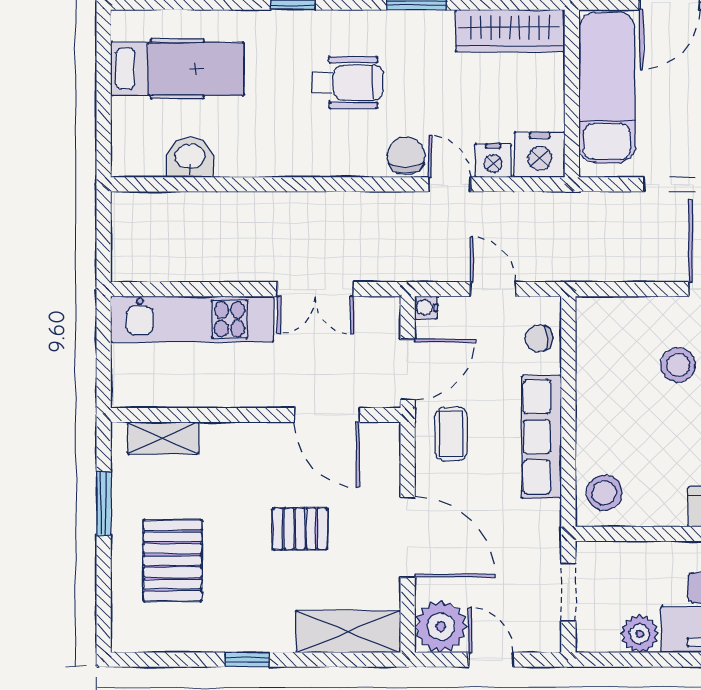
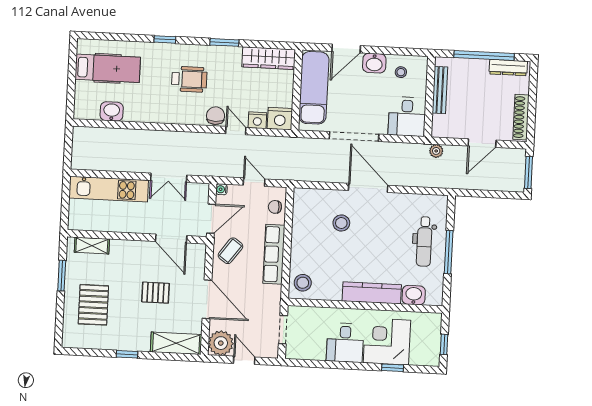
coffee table: (451, 434) -> (230, 251), turned 36
plant: (640, 634) -> (316, 351), removed

